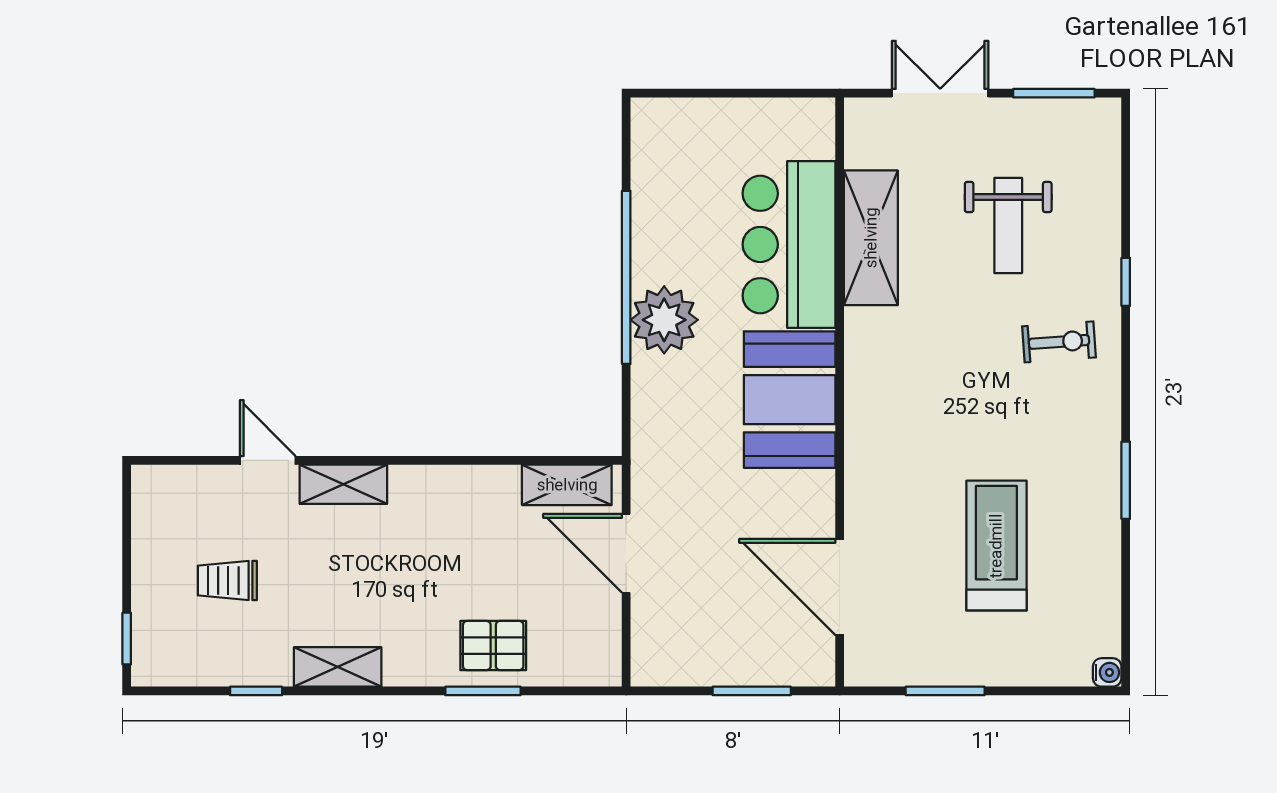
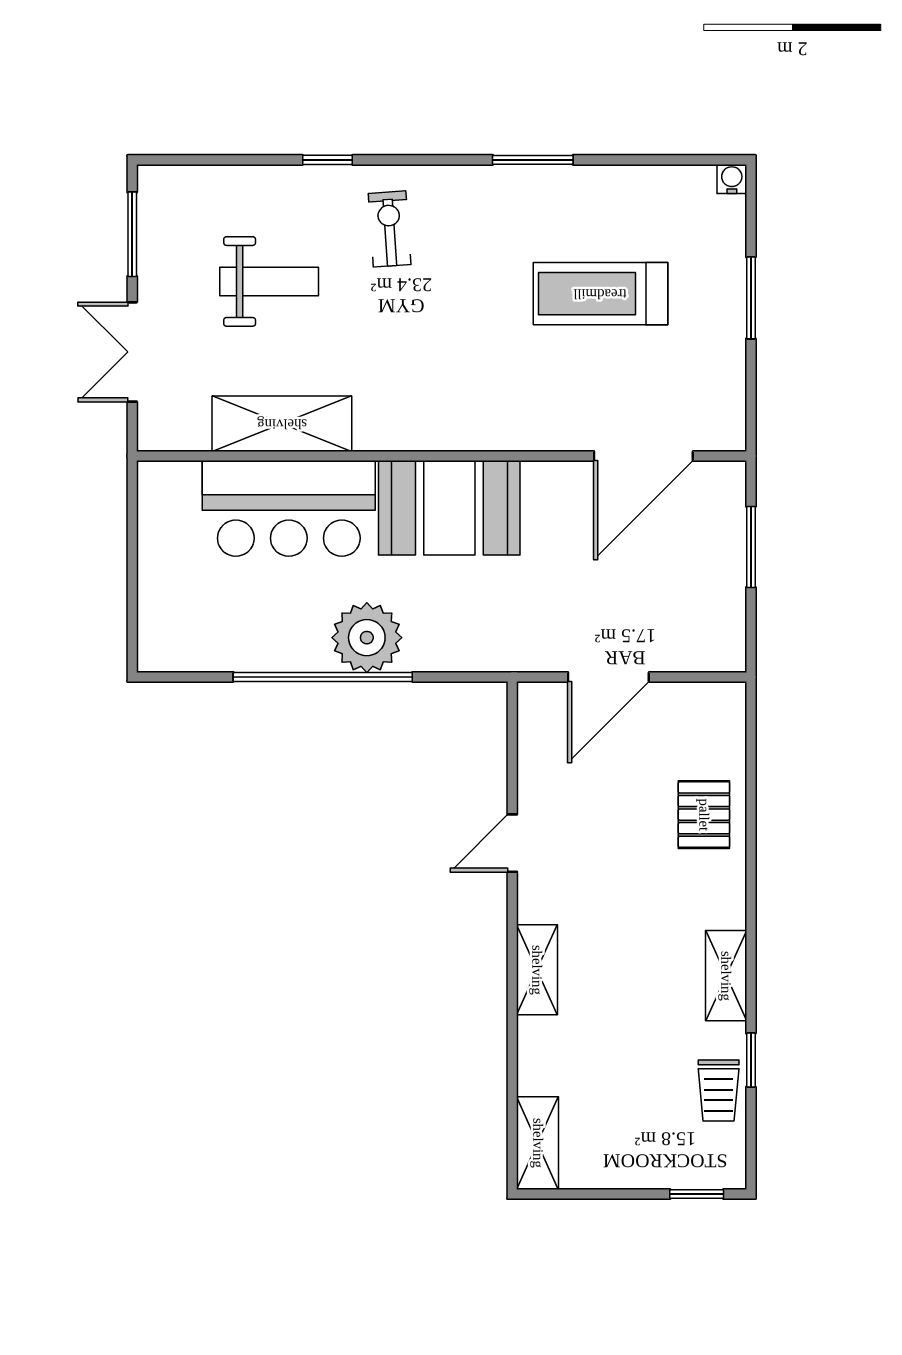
door: (268, 460) -> (512, 843), moved
shelving: (567, 485) -> (538, 1143), moved
trolley: (227, 581) -> (719, 1091), moved
window: (483, 691) -> (751, 825), removed
window: (945, 691) -> (751, 298), moved

